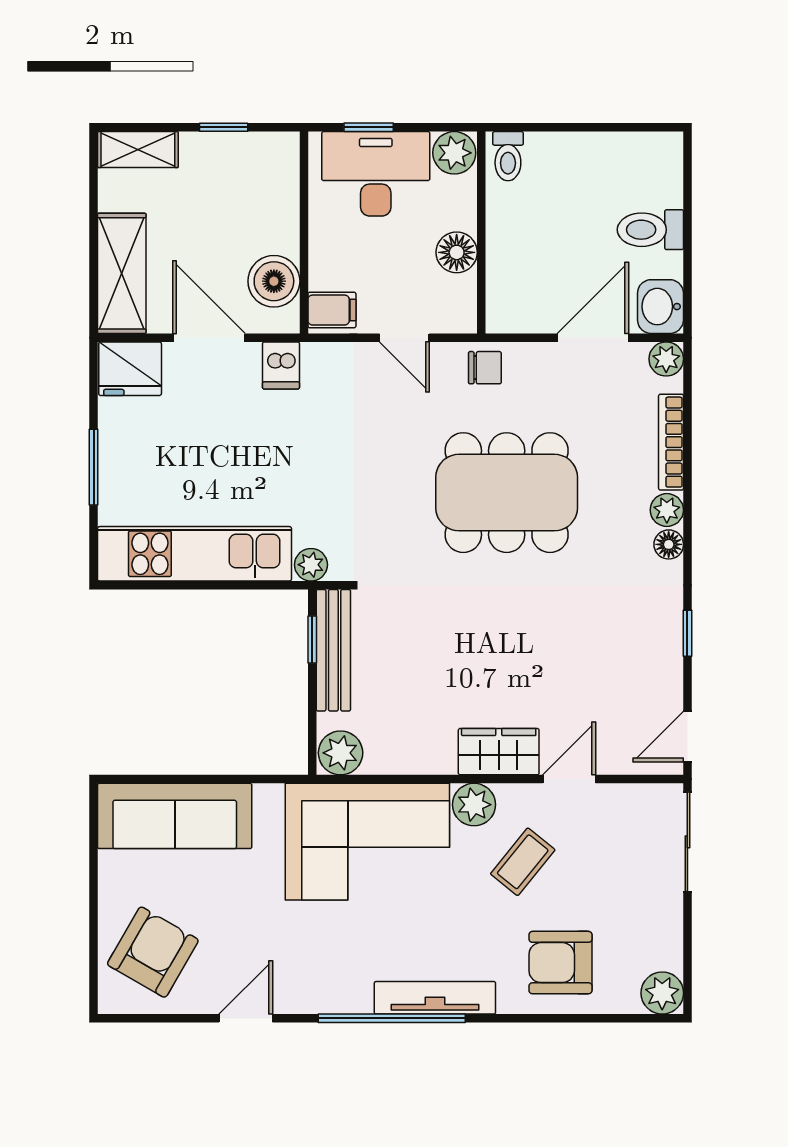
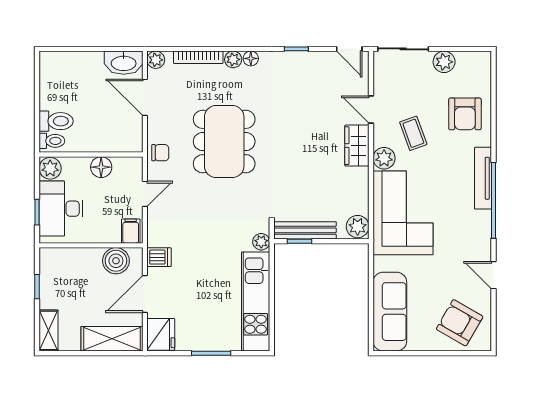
toilet: (650, 230) -> (56, 121), moved, turned -90
washbasin: (660, 307) -> (124, 63), width x1.38
chair: (485, 368) -> (160, 153), turned 90
coffee table: (523, 862) -> (413, 133), turned 31
plant: (662, 993) -> (444, 62), moved

